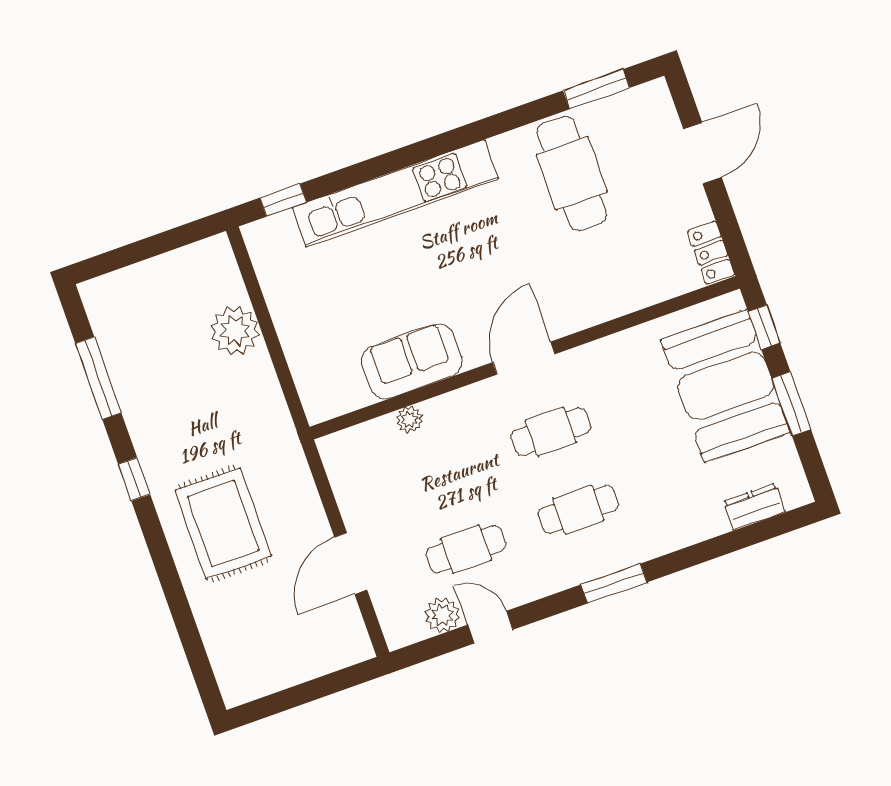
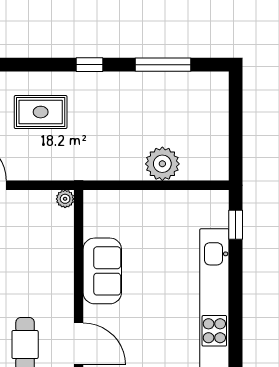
plant: (410, 420) -> (65, 199), moved
rug: (223, 523) -> (41, 112), width x0.73, depth x0.70

